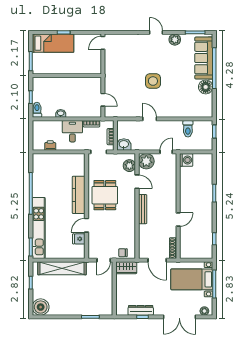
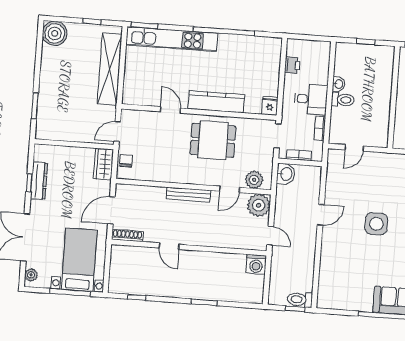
floor lamp: (206, 87) -> (362, 301), removed
toilet: (37, 110) -> (343, 100), moved
toilet: (188, 129) -> (300, 300), moved
fridge: (79, 239) -> (270, 106), moved
door: (104, 260) -> (117, 131), hinge flipped

